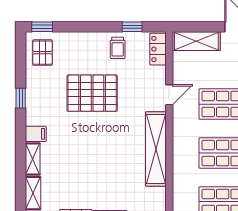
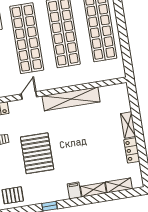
door: (169, 95) -> (29, 95), hinge flipped

